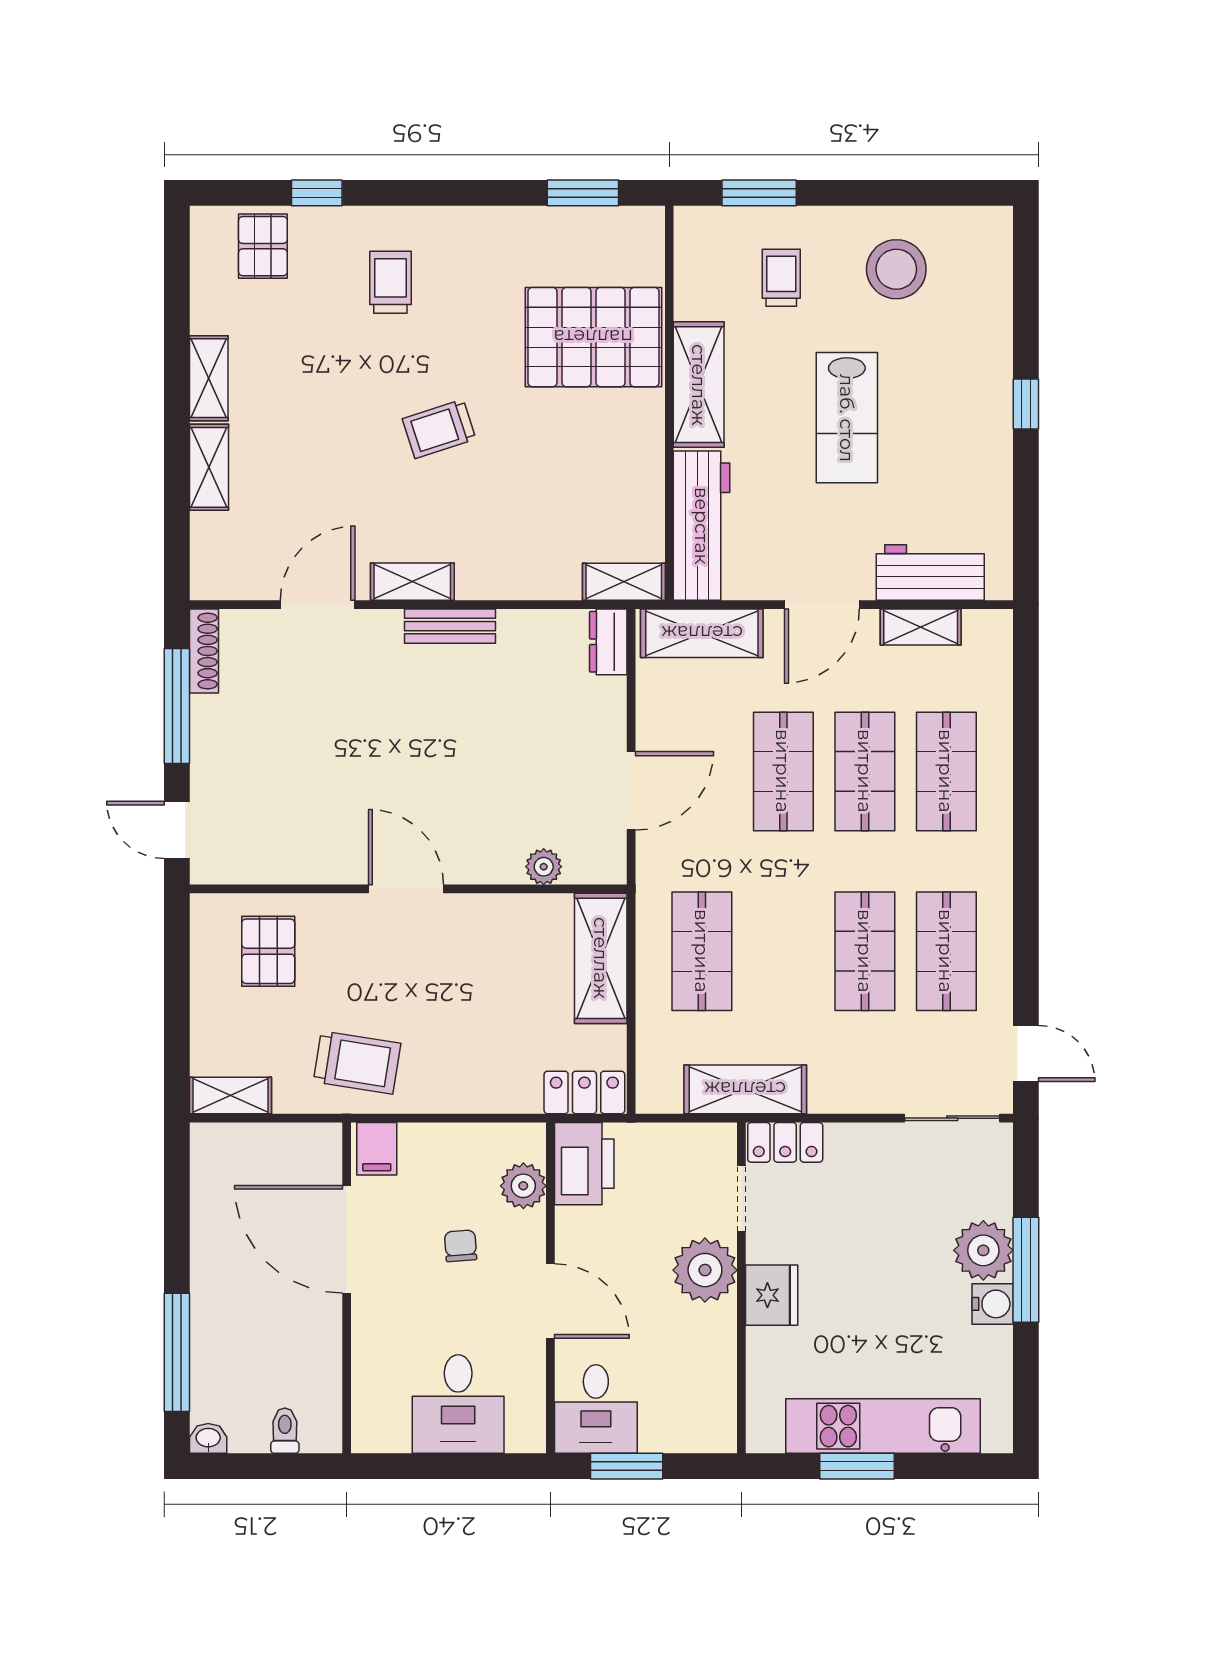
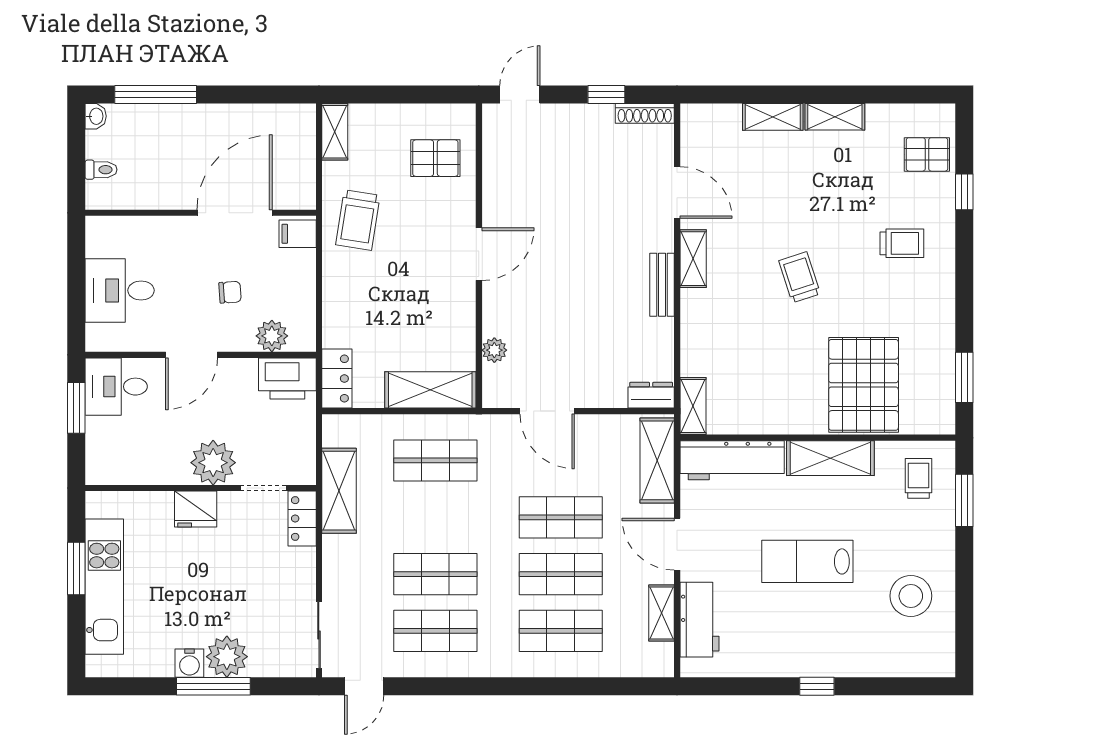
trolley: (781, 278) -> (919, 478), moved, turned -90
window: (177, 706) -> (606, 94), width x0.46

